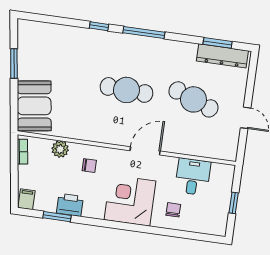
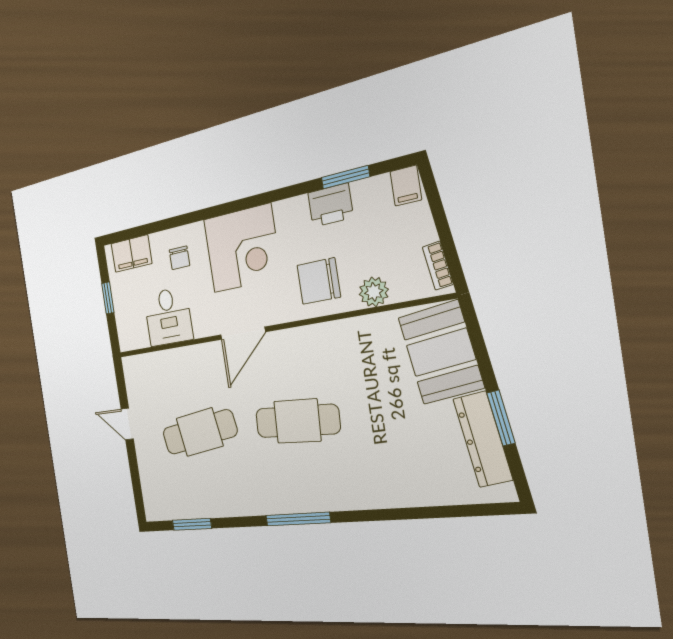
window: (99, 26) -> (370, 515), removed
dresser: (222, 56) -> (483, 439), moved, turned -98
cafe table: (193, 99) -> (200, 432), turned -30
chair: (89, 166) -> (319, 281), width x1.87, depth x1.87
filing cabinet: (207, 225) -> (131, 254), added

